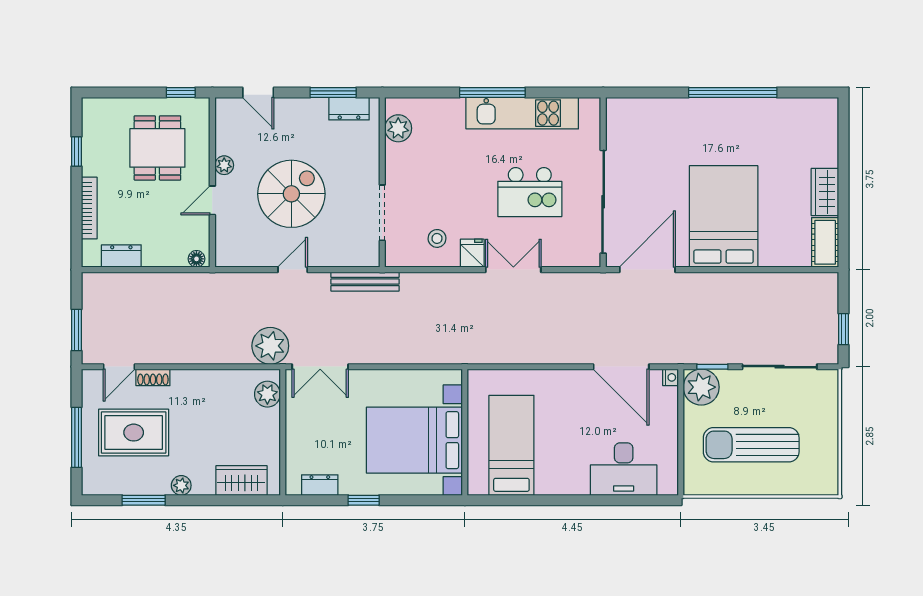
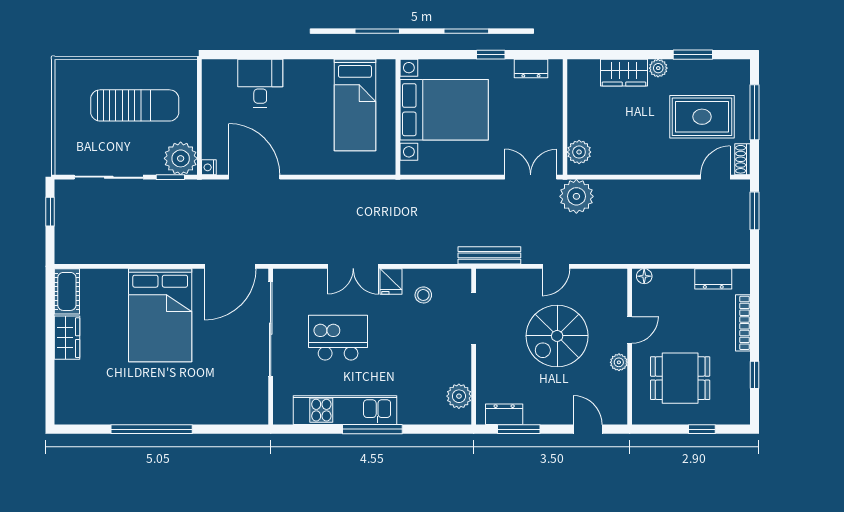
window: (181, 92) -> (702, 429), moved
dining table: (157, 148) -> (680, 378), turned 90
shoe rack: (153, 377) -> (742, 159), moved, turned -90
desk: (624, 469) -> (260, 83), width x0.73
wardrobe: (241, 481) -> (624, 73), moved

